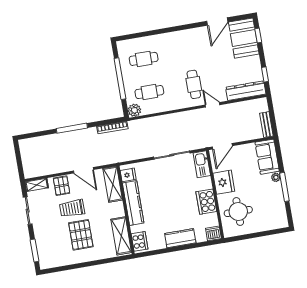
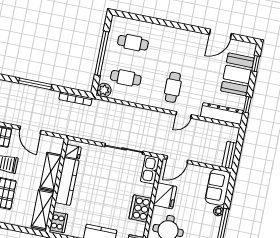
booth: (244, 38) -> (237, 74), moved
door: (213, 105) -> (184, 115), swing flipped
shelving: (113, 184) -> (51, 172), moved

